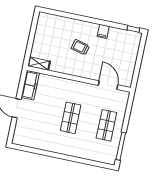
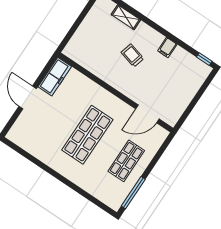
shelving: (39, 64) -> (126, 17), moved
door: (108, 85) -> (147, 114), swing flipped
shop shelf: (71, 118) -> (87, 135), width x1.43, depth x1.36

